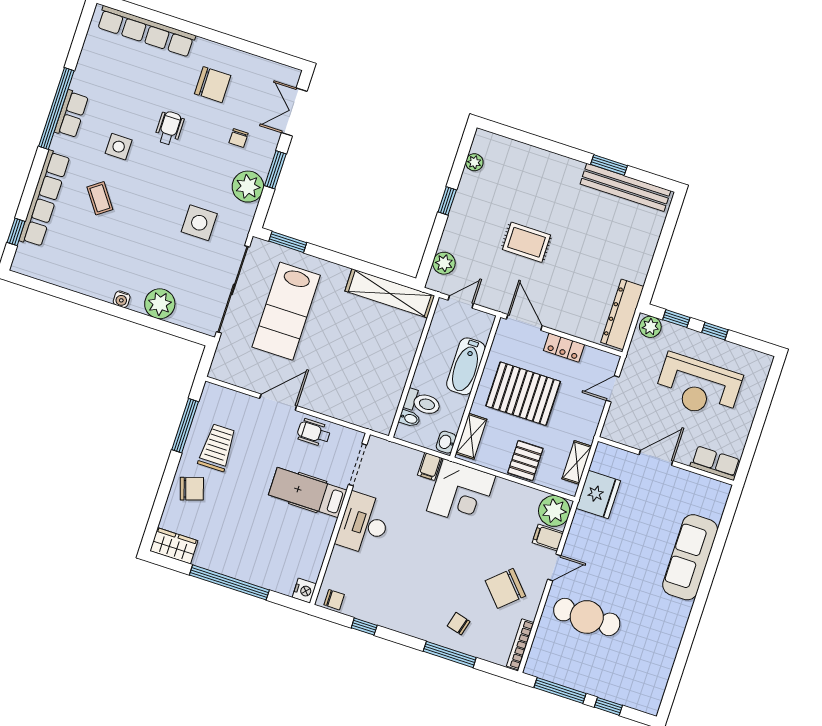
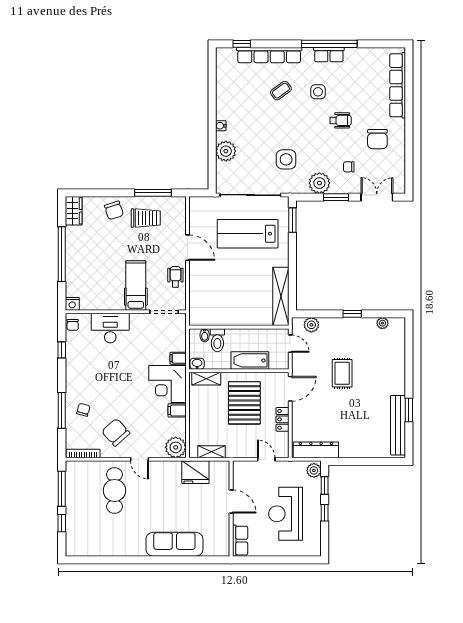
pallet: (525, 461) -> (202, 418), removed
desk: (364, 524) -> (110, 328), moved
filing cabinet: (548, 537) -> (177, 410), moved, turned -90

